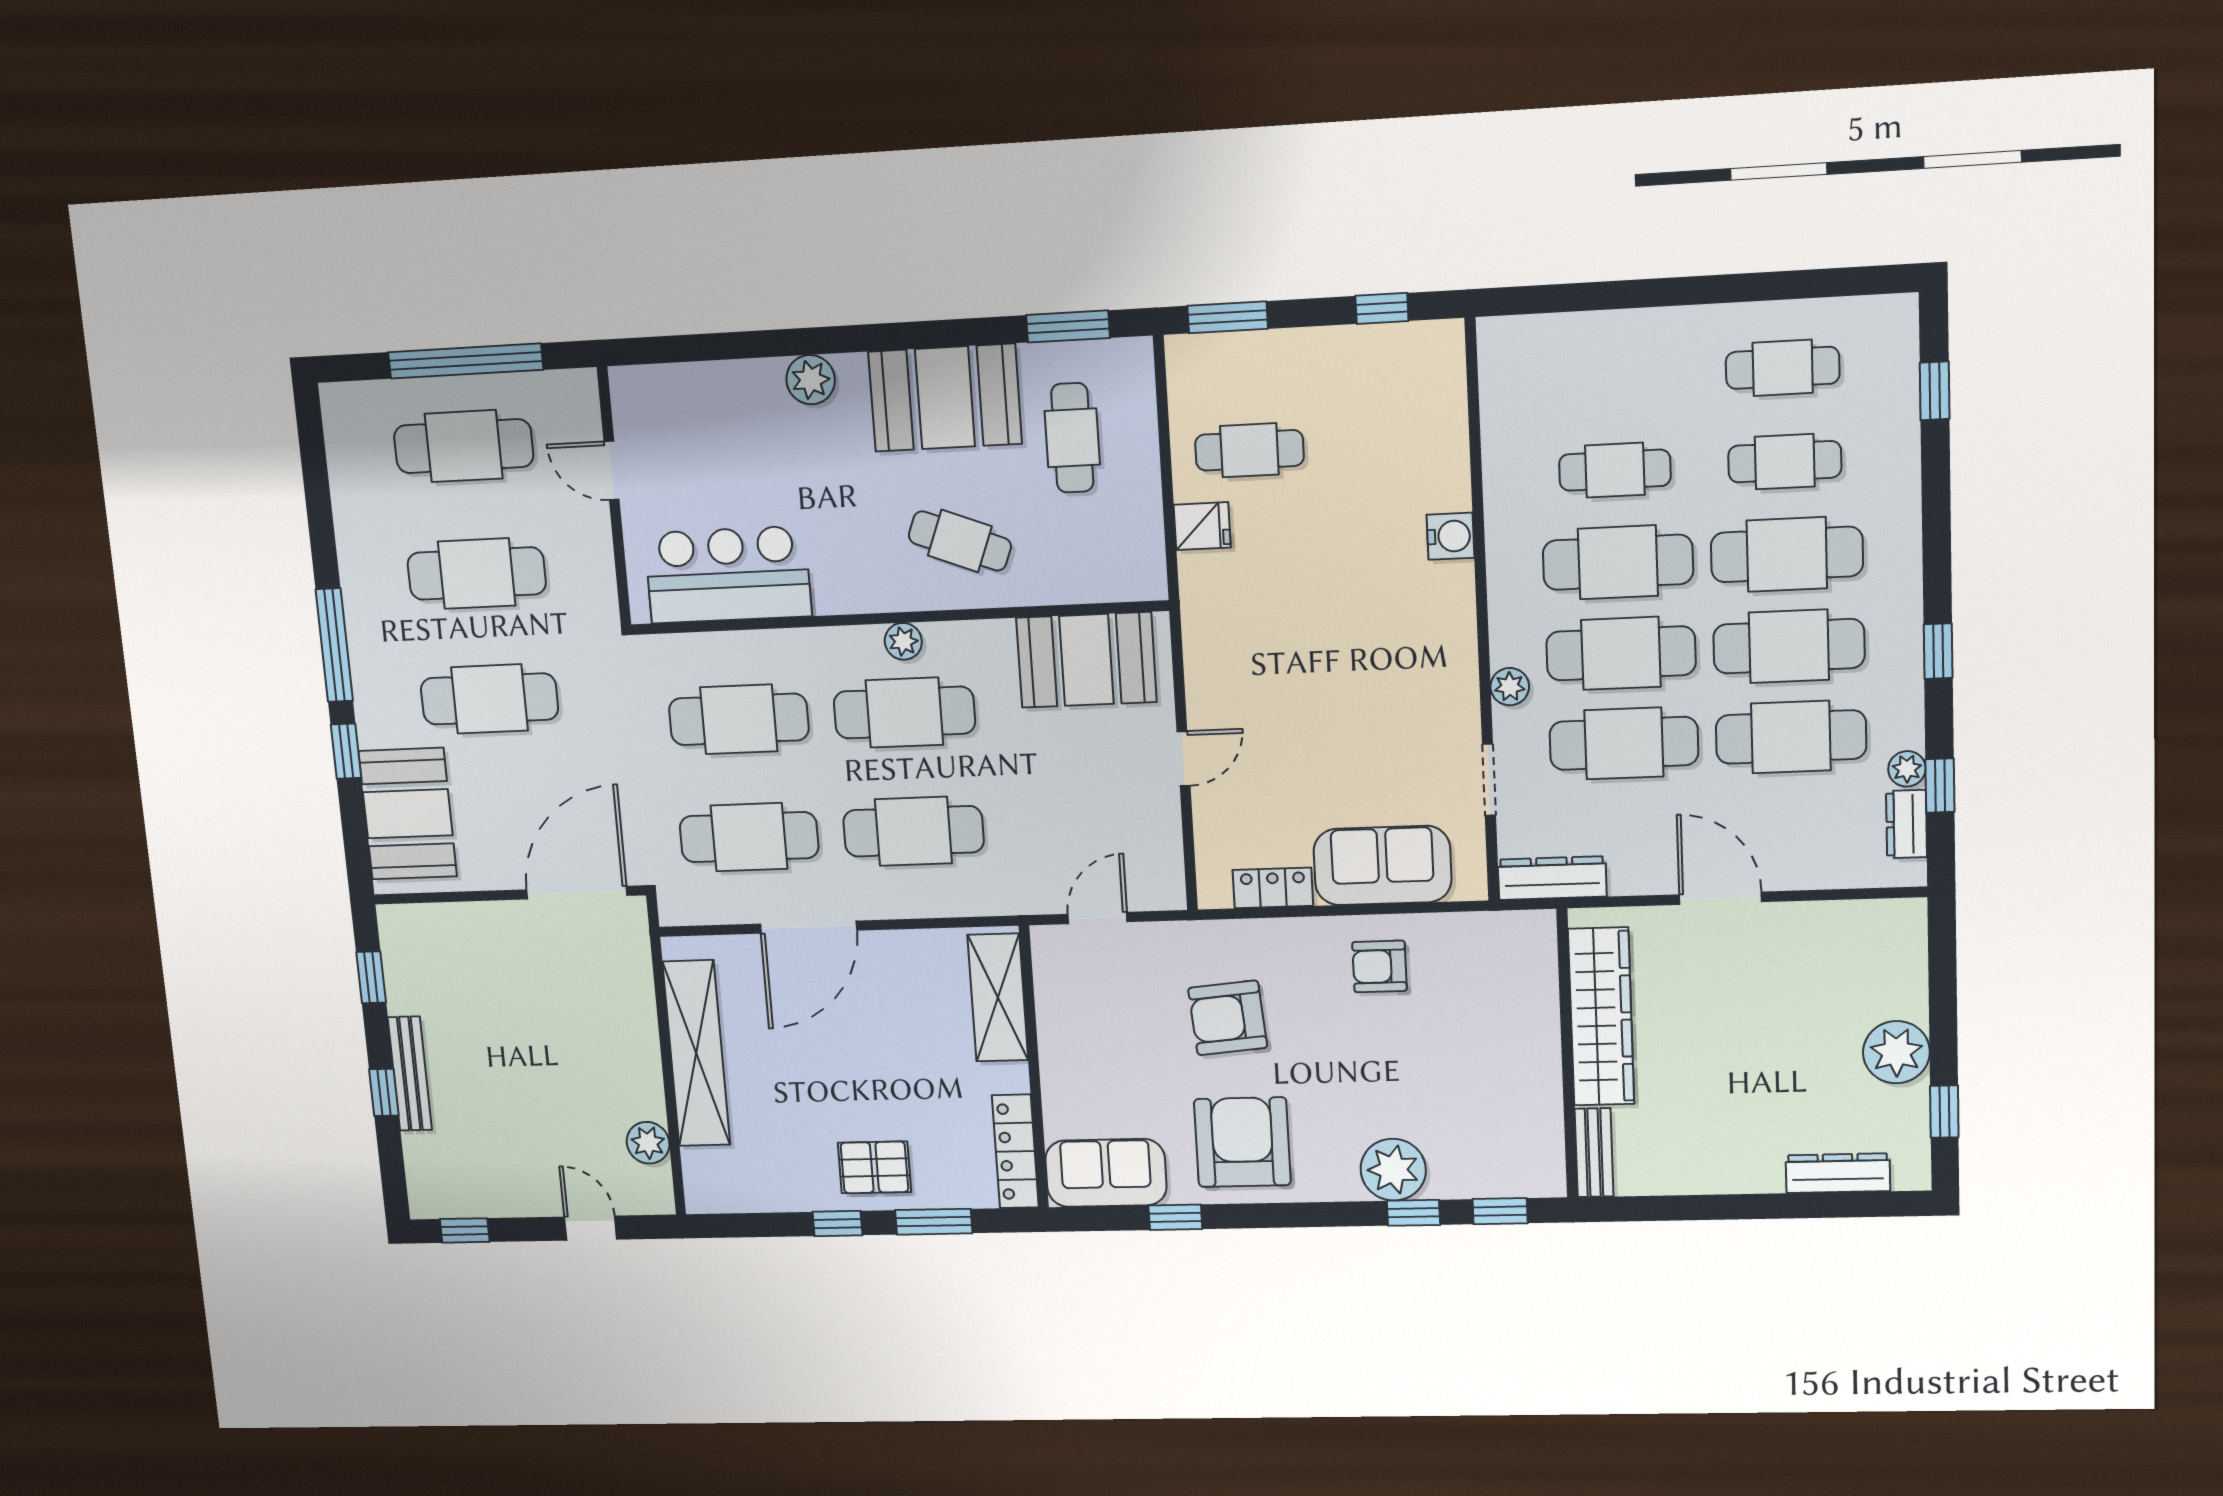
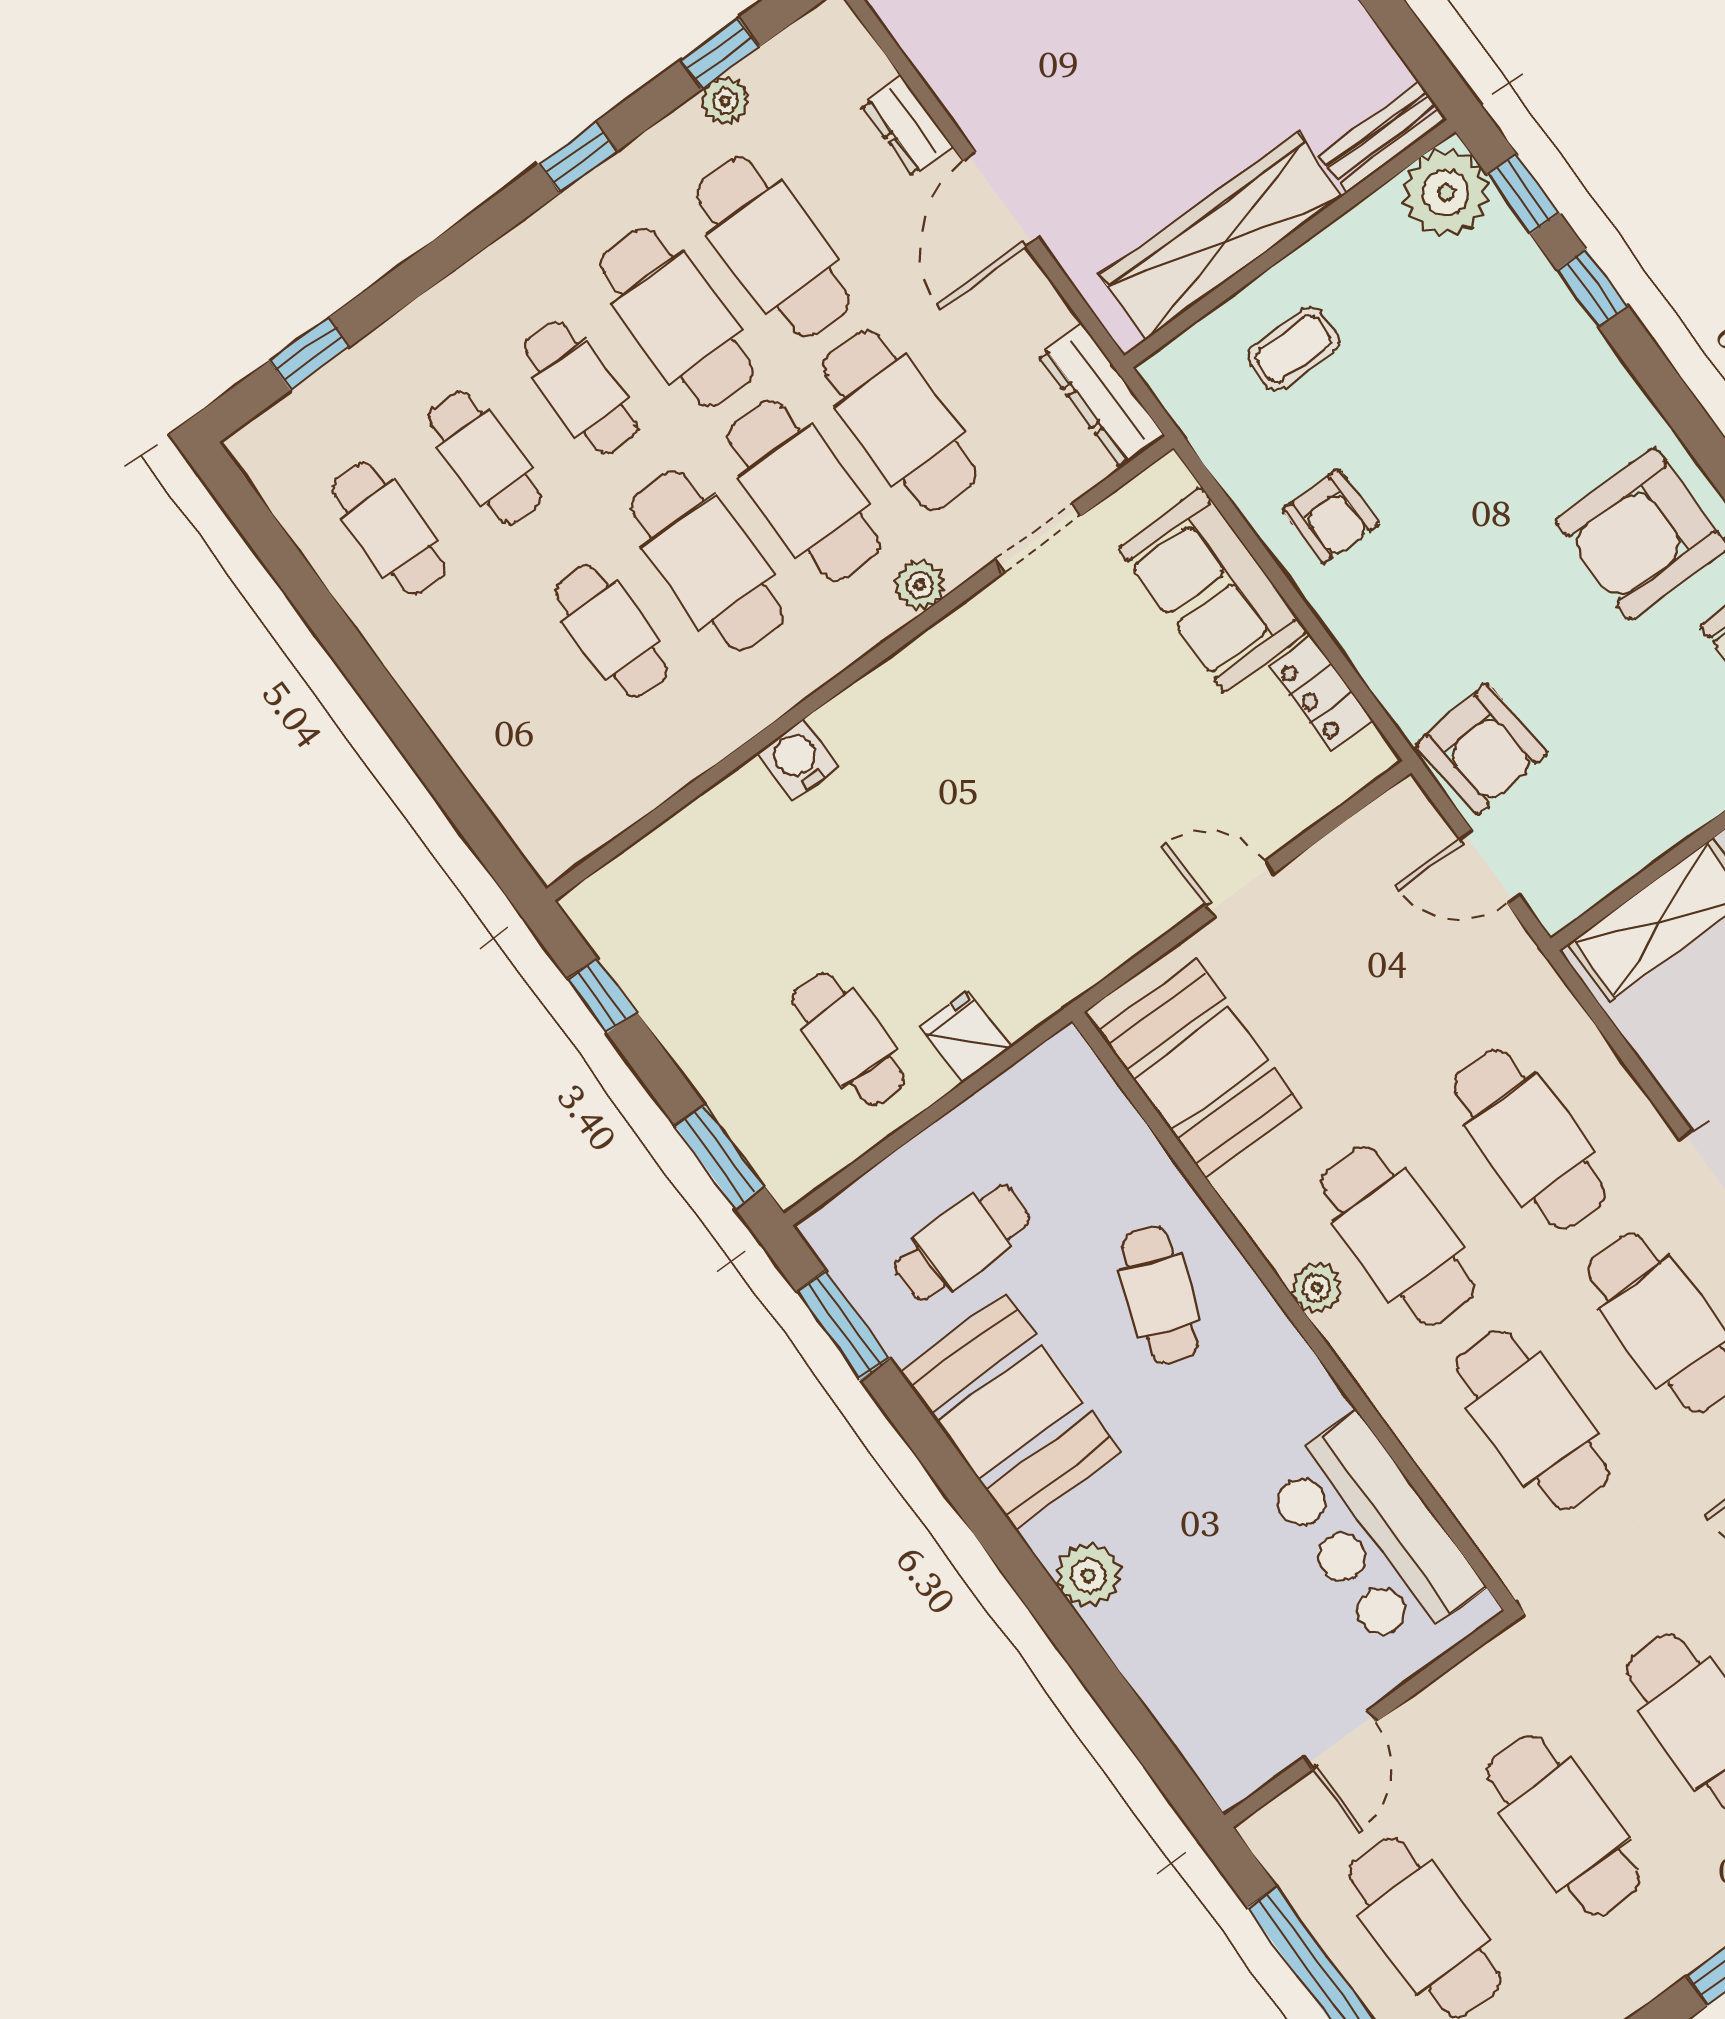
cafe table: (1787, 554) -> (581, 388), width x0.73, depth x0.74
dresser: (1907, 824) -> (907, 126), moved, turned 90
coffee table: (1500, 1013) -> (1293, 349), added
armchair: (1228, 1018) -> (1482, 749), moved
plant: (1393, 1170) -> (1446, 193), moved

